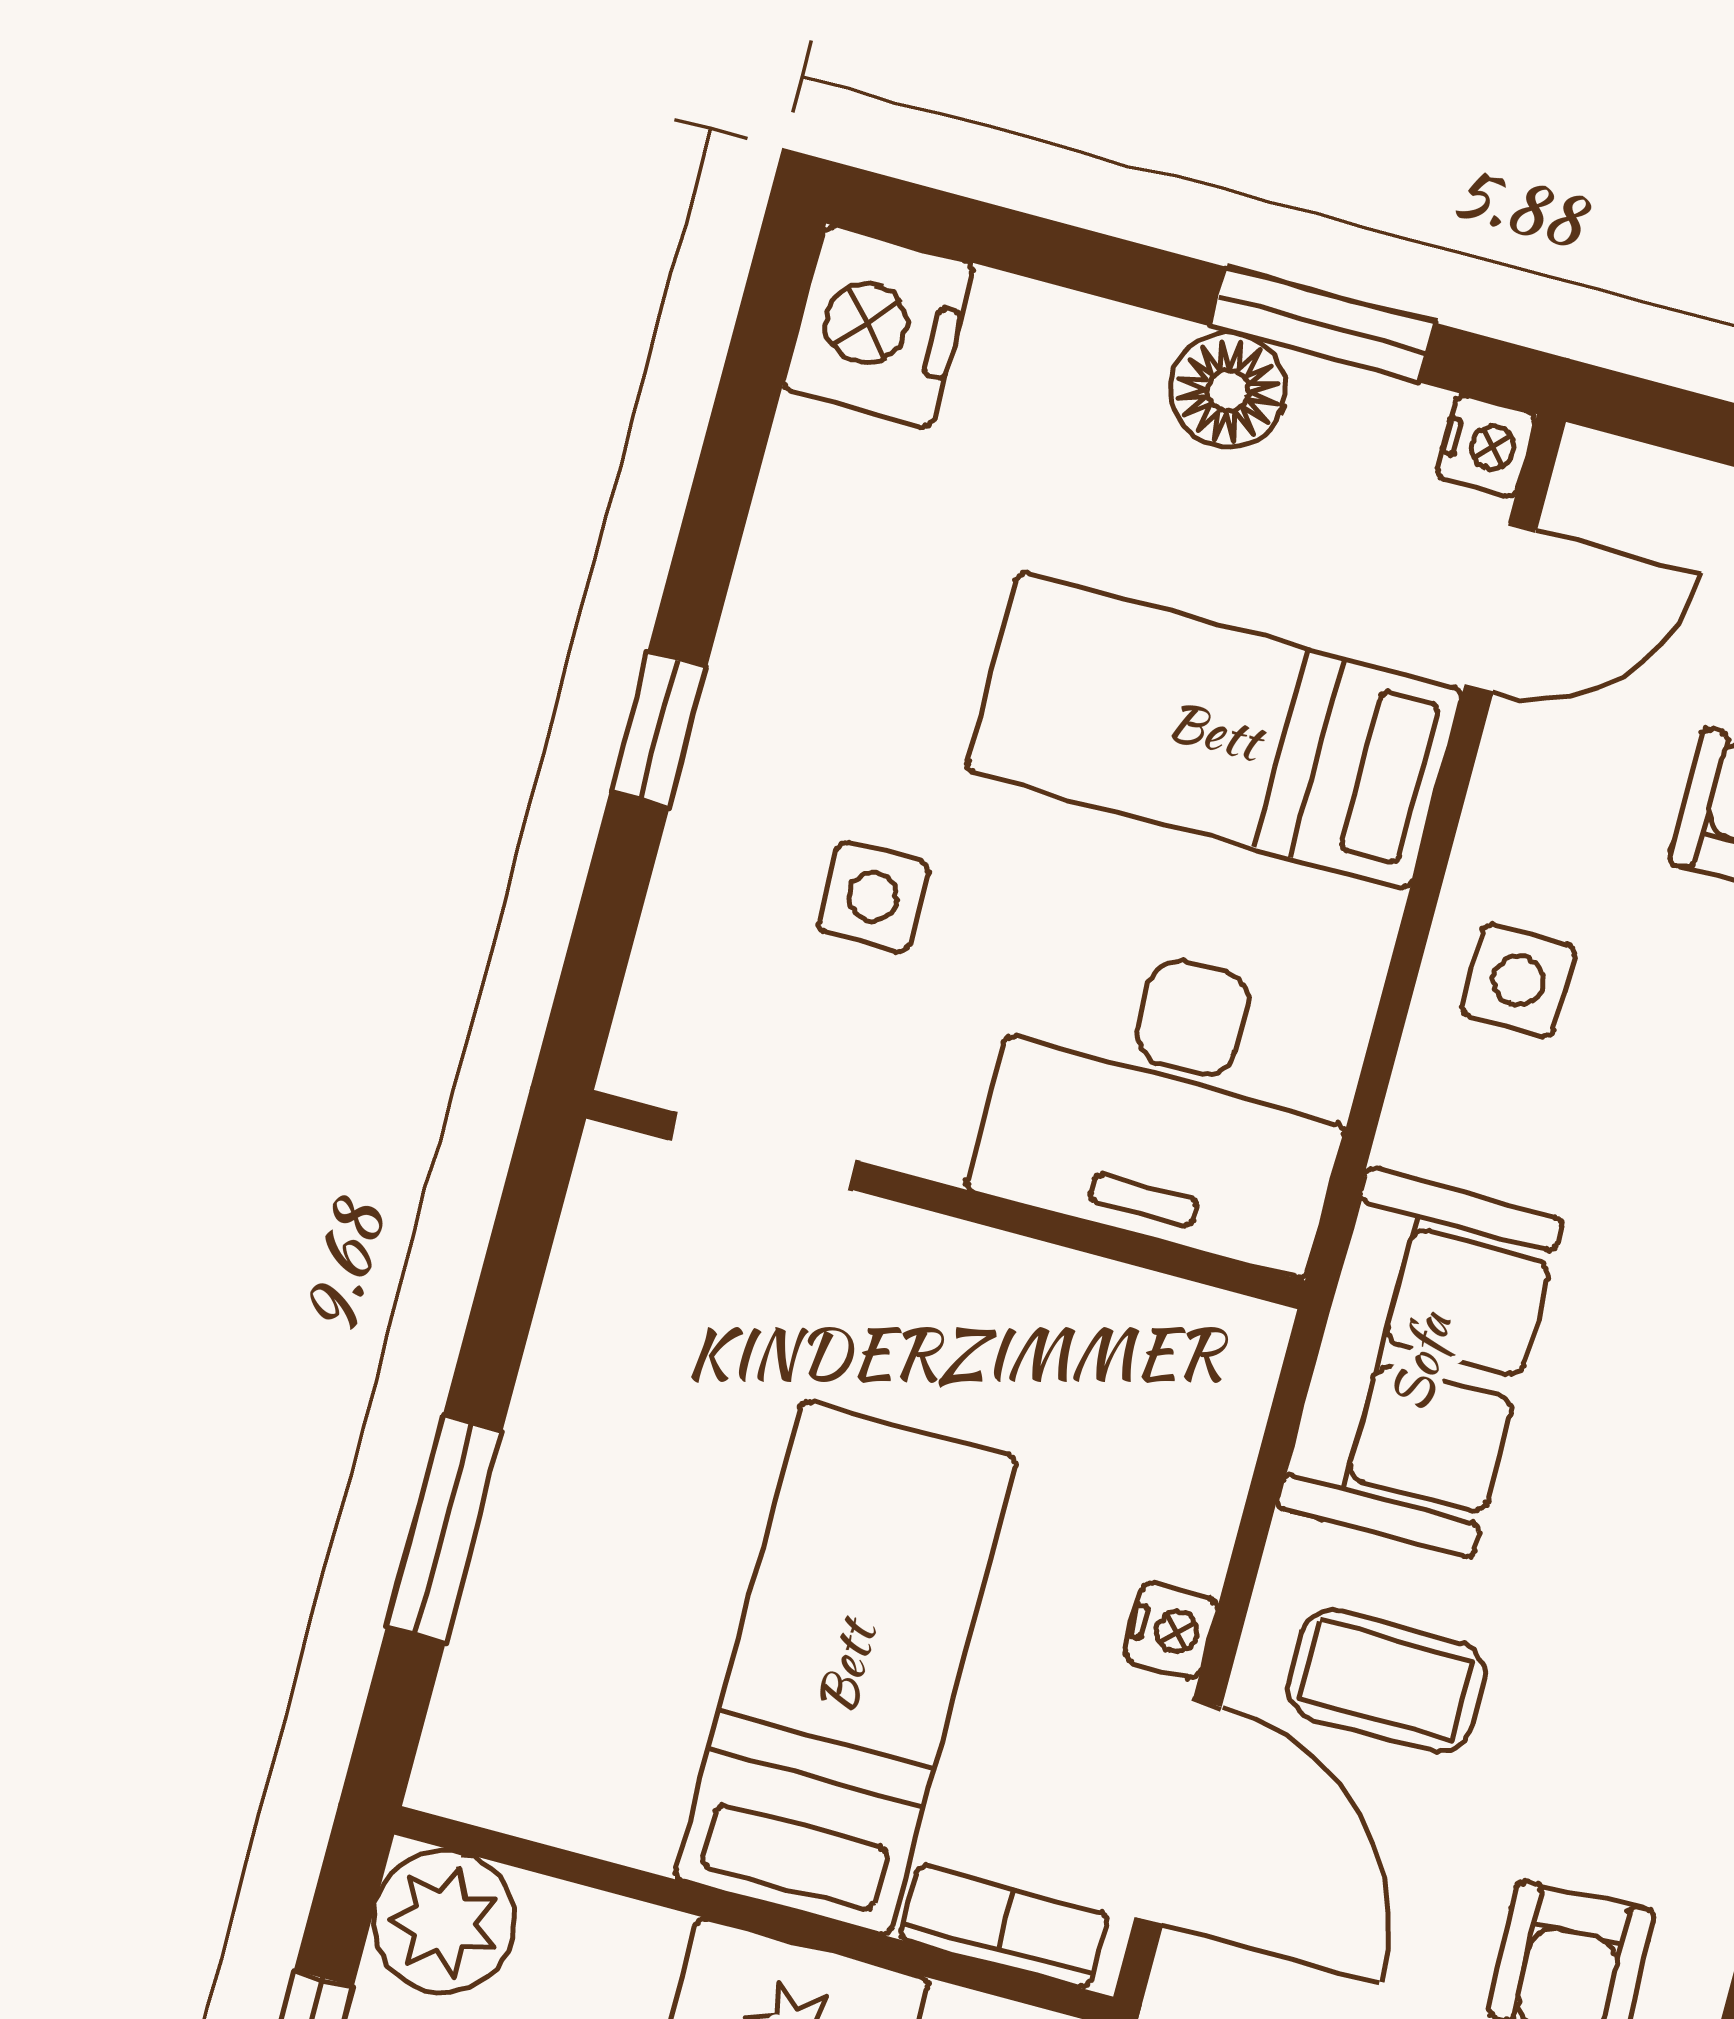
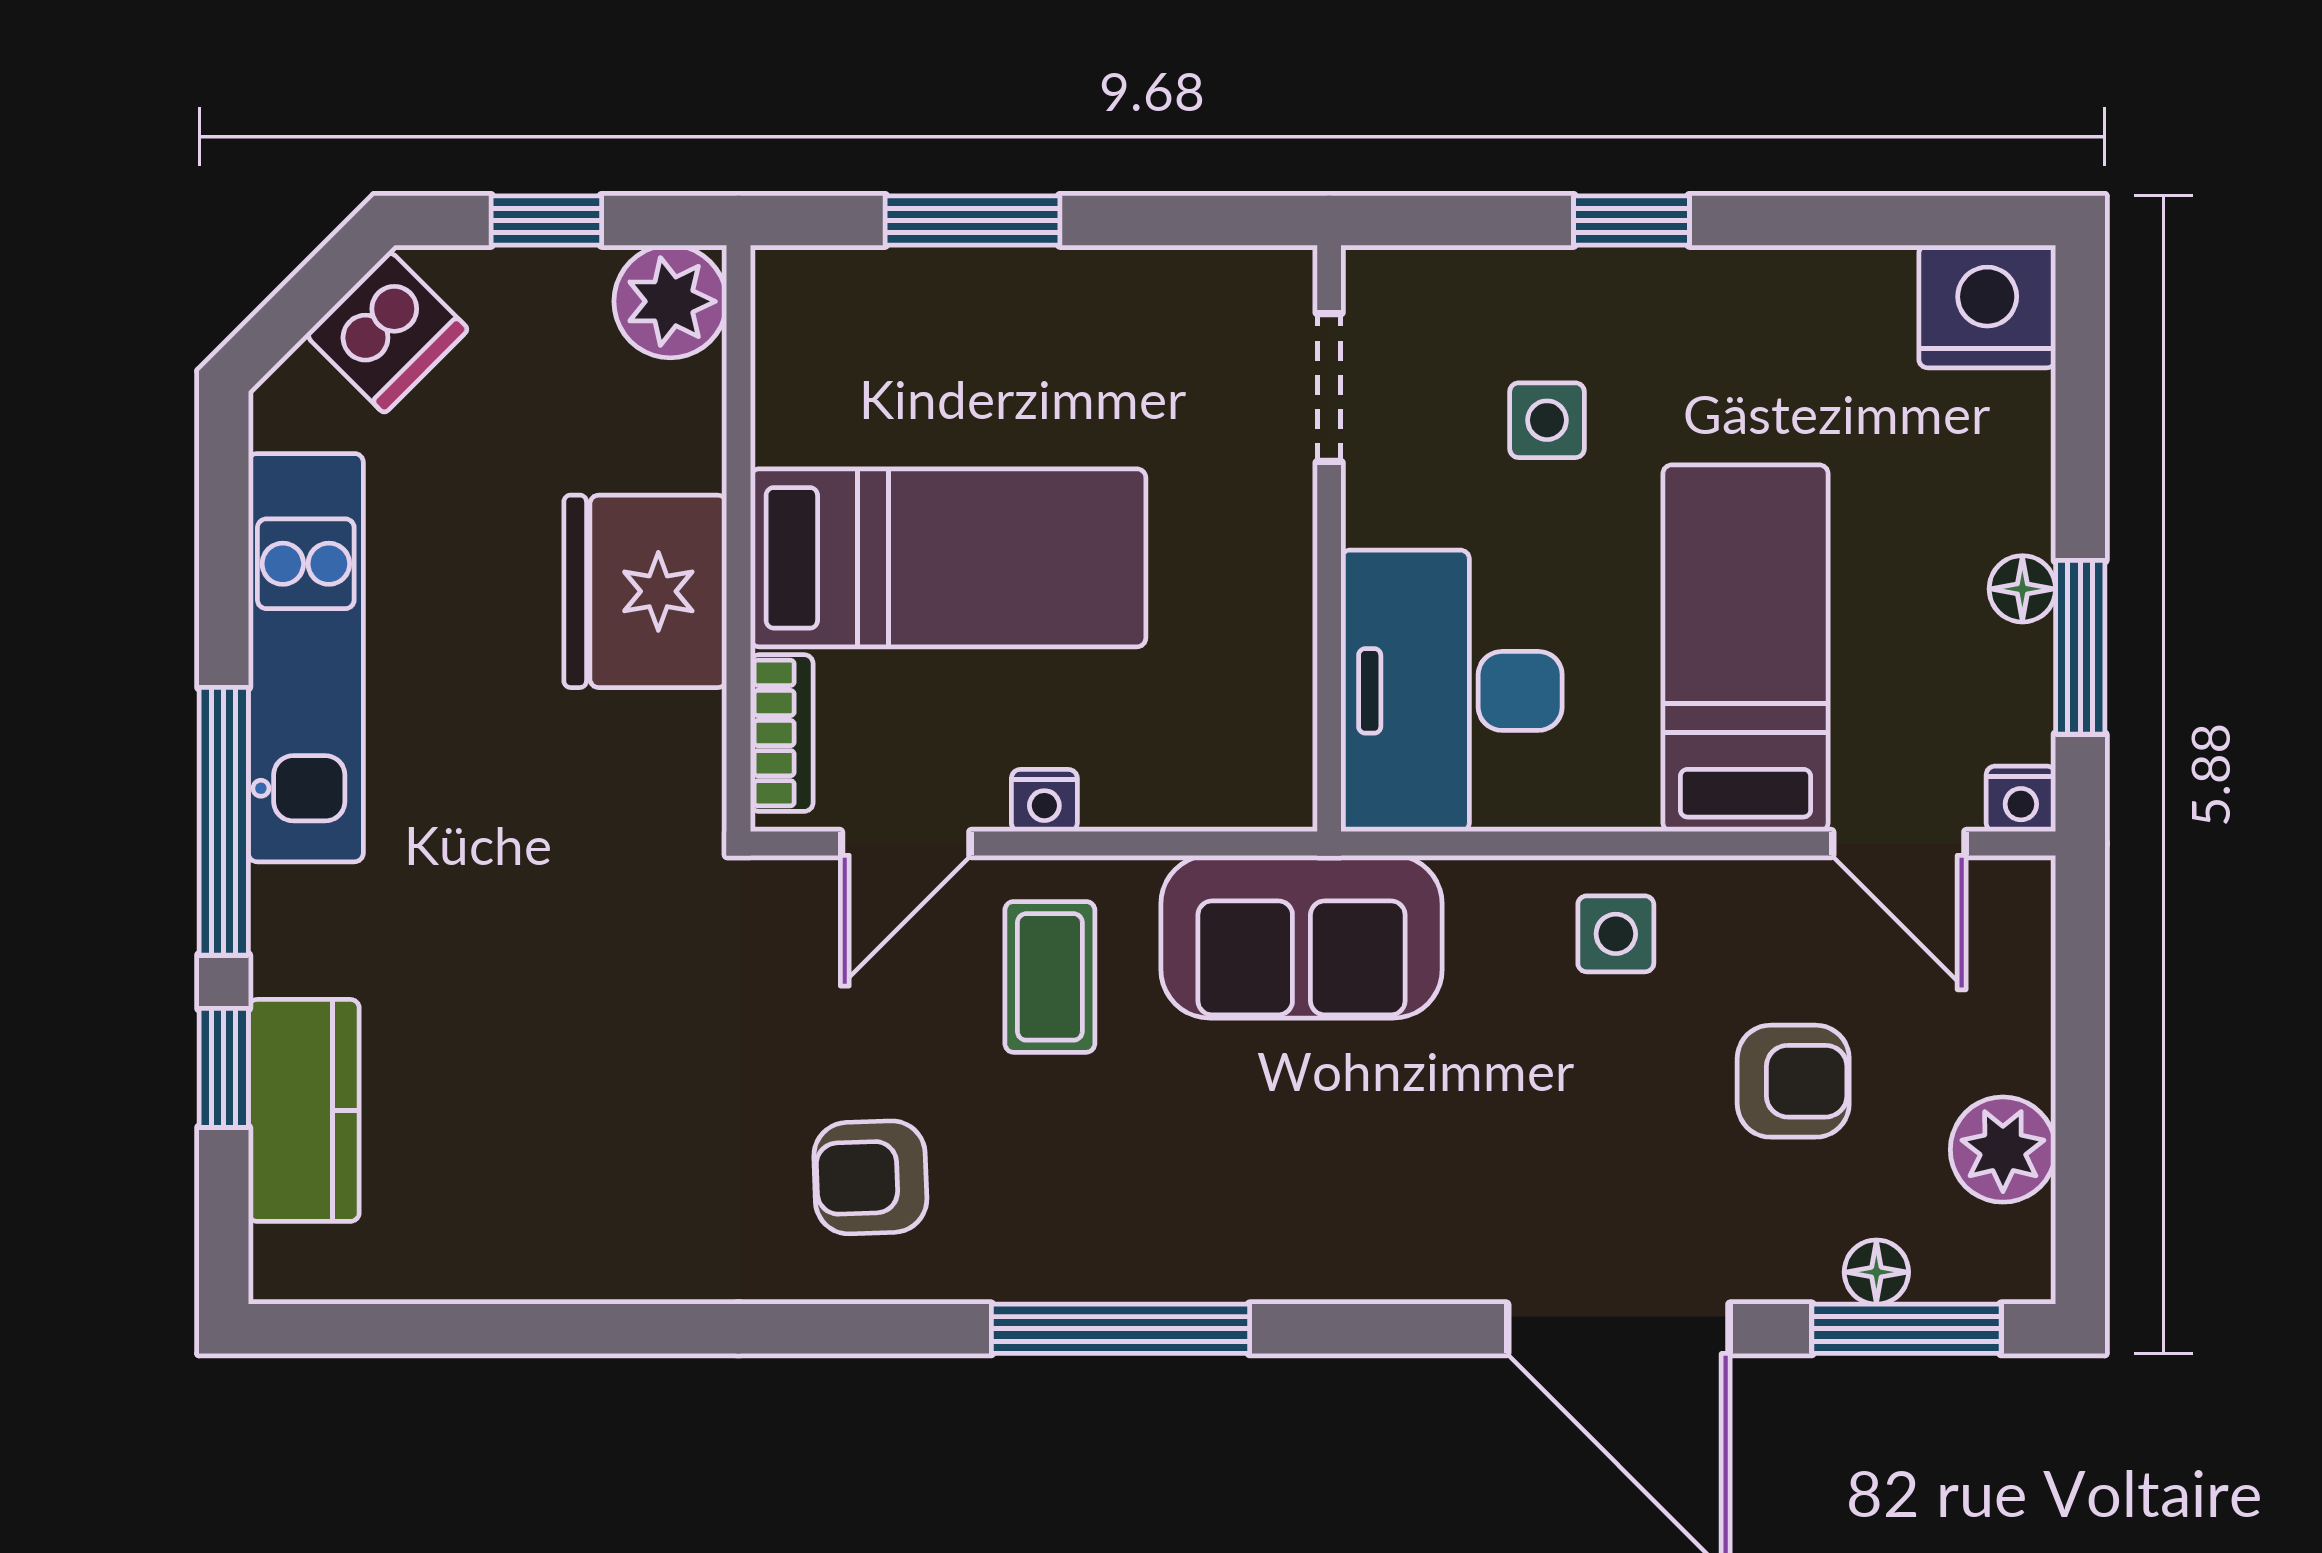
floor lamp: (1228, 390) -> (2022, 589), width x0.73, depth x0.73
door: (1178, 1812) -> (906, 844), width x0.73

